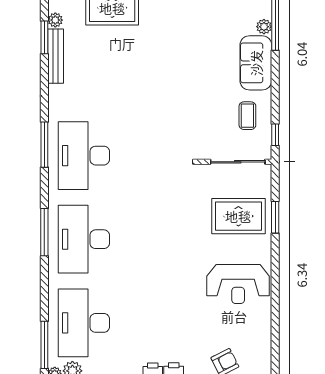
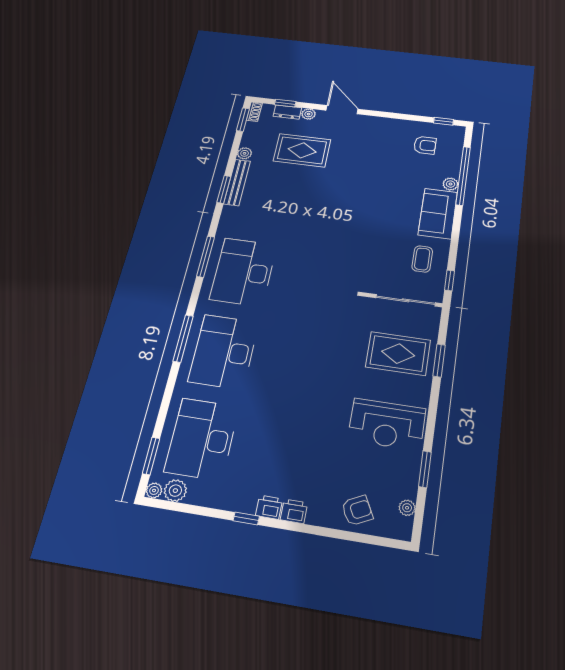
window: (44, 37) -> (224, 189), moved
window: (275, 318) -> (425, 469), added
window: (44, 345) -> (151, 456), width x0.69
plant: (265, 353) -> (407, 508), added

